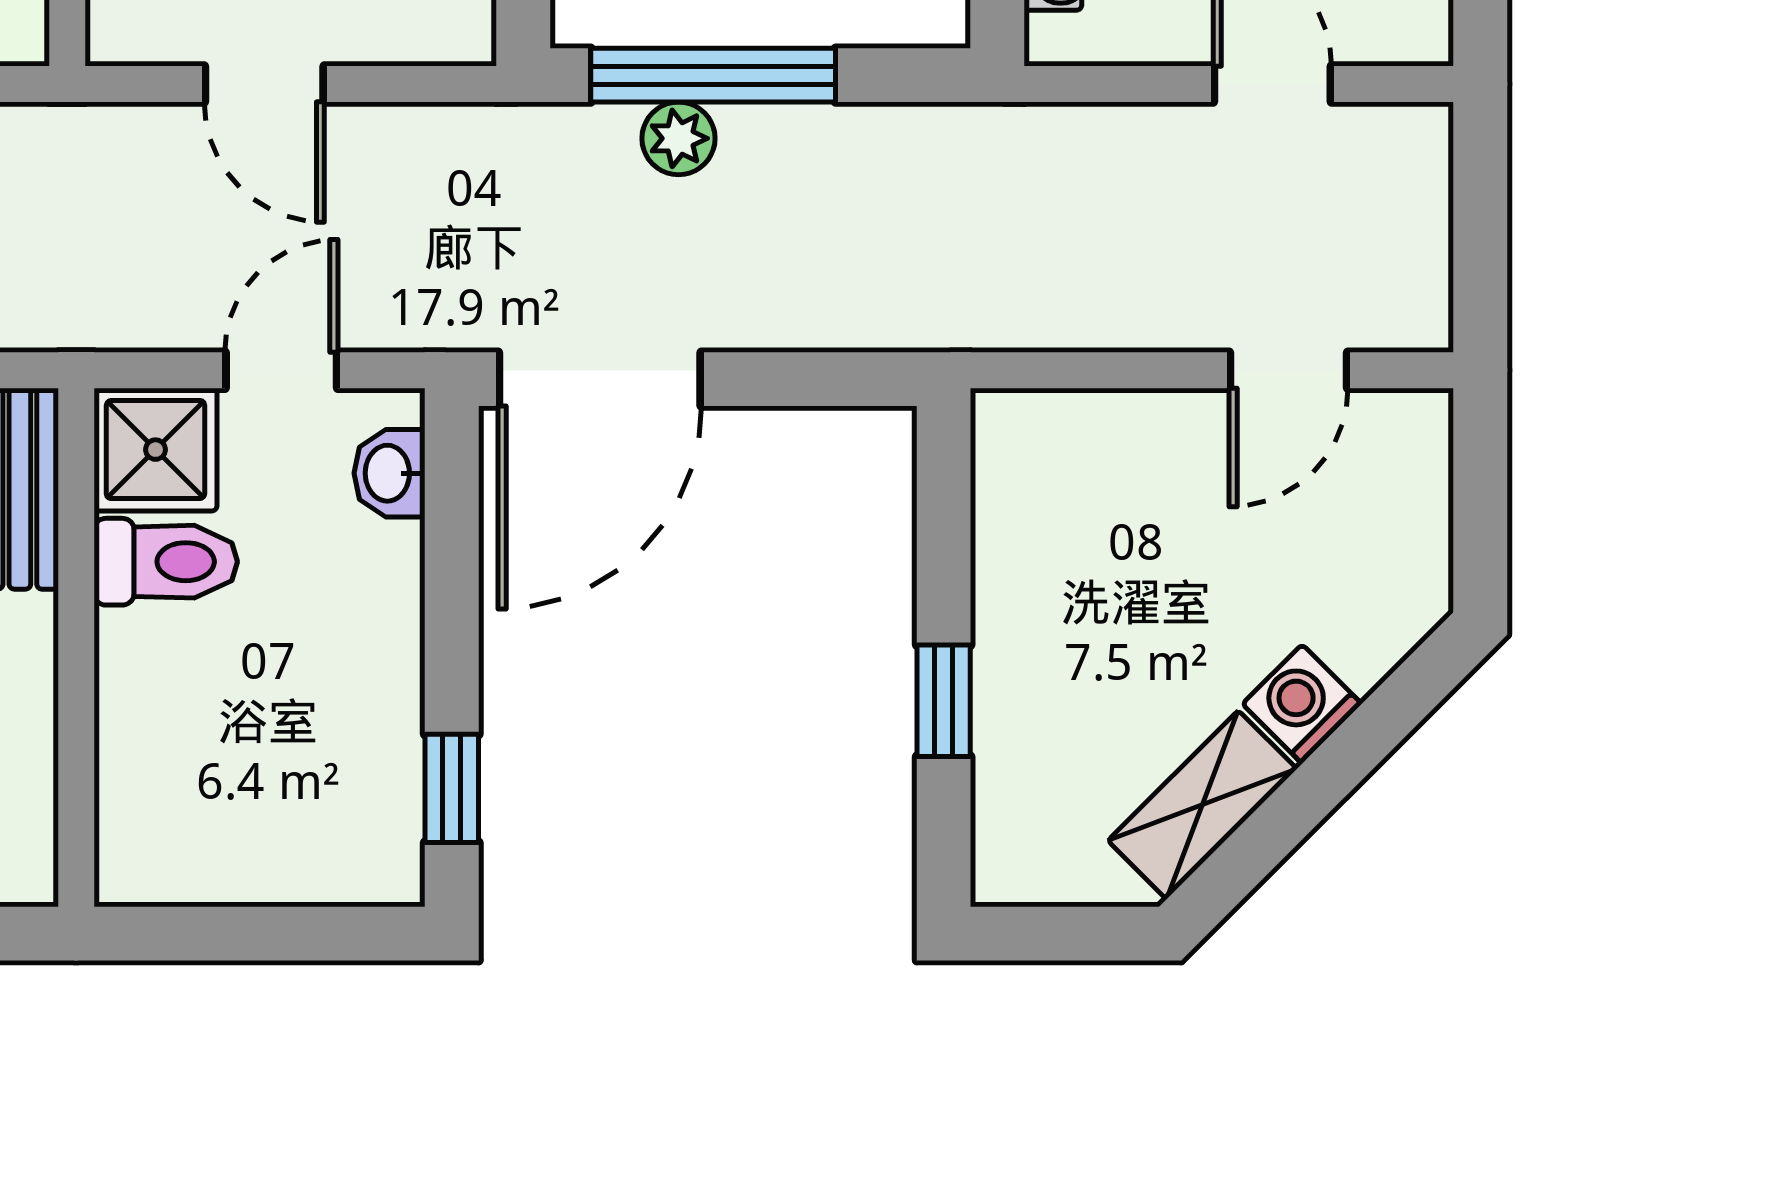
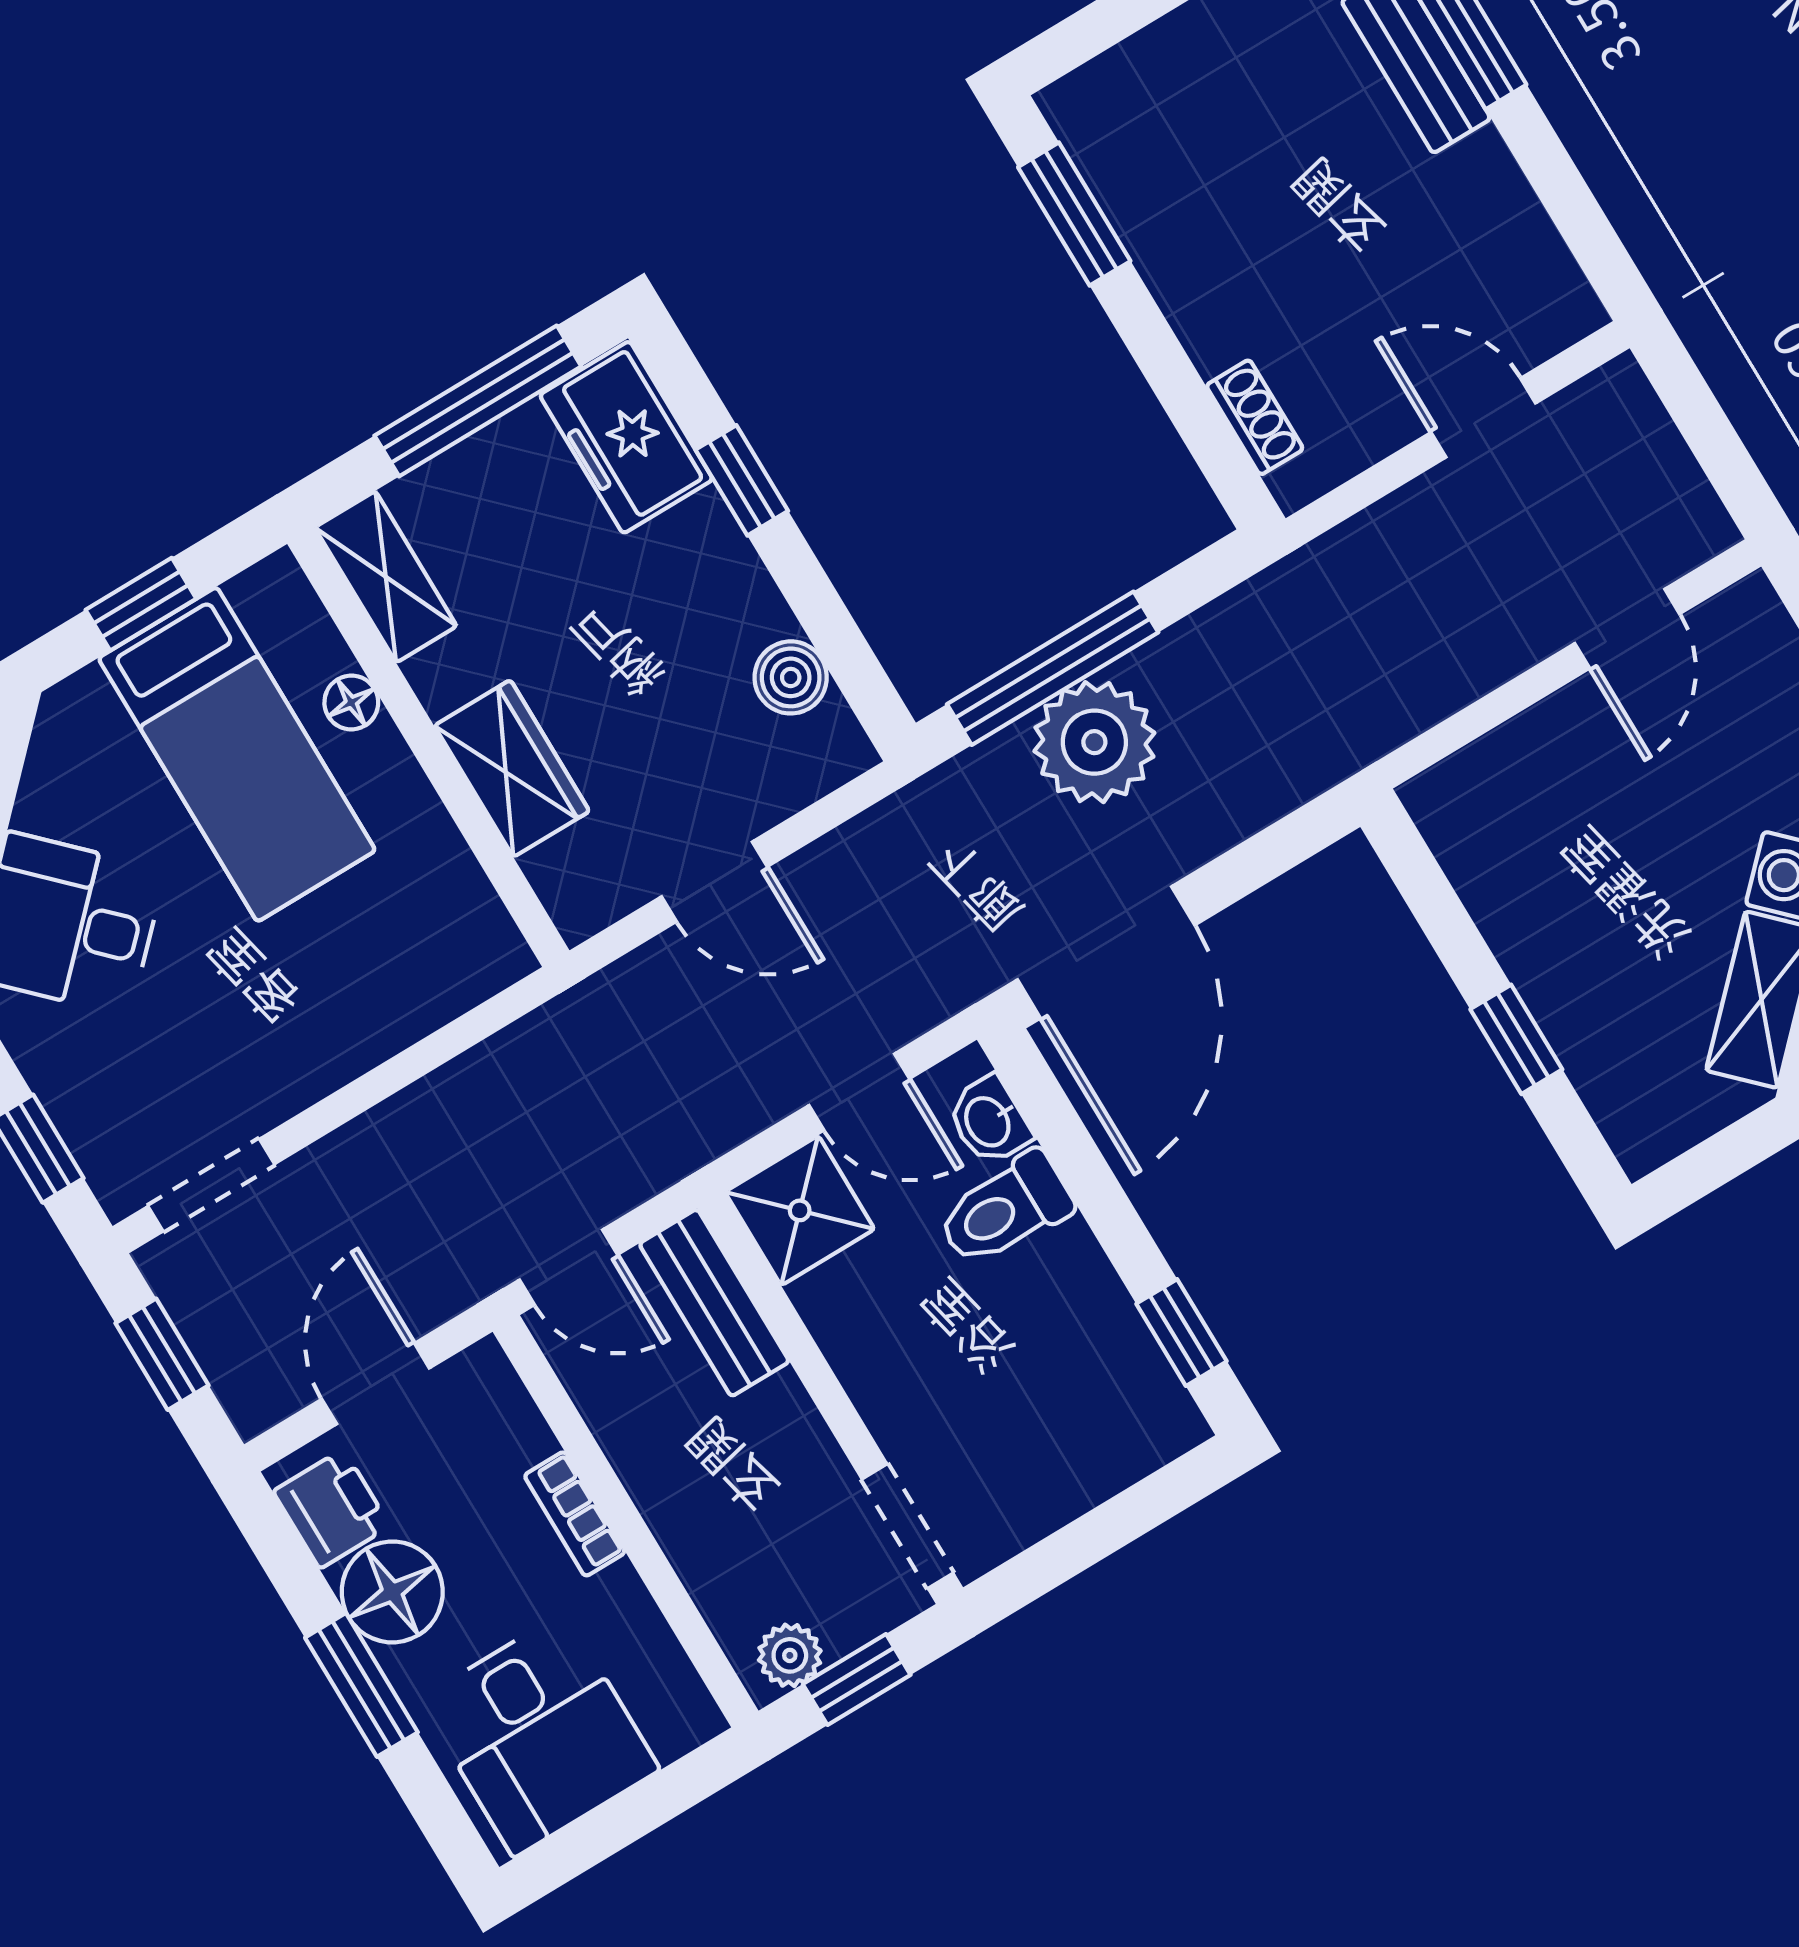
plant: (678, 138) -> (1094, 742), width x1.87, depth x1.87
door: (281, 370) -> (859, 1092), swing flipped
toilet: (166, 562) -> (1005, 1210), moved, turned 180
doorway: (76, 816) -> (908, 1526), added

